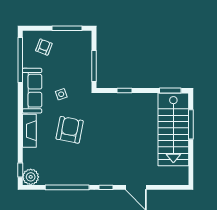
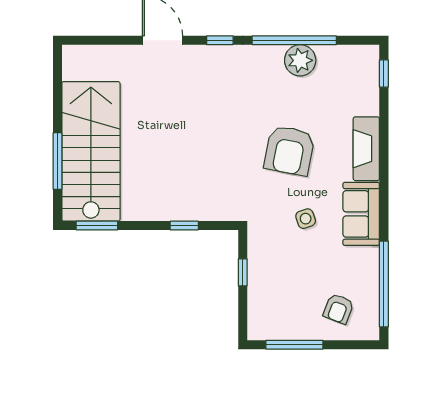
window: (94, 66) -> (243, 272), width x0.46
sofa: (32, 91) -> (361, 214), width x0.73
plant: (31, 177) -> (300, 60), moved

